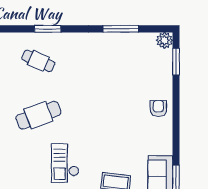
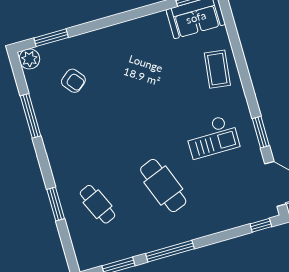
cafe table: (38, 61) -> (97, 204), turned -48
armchair: (158, 109) -> (73, 81), moved, turned -129

